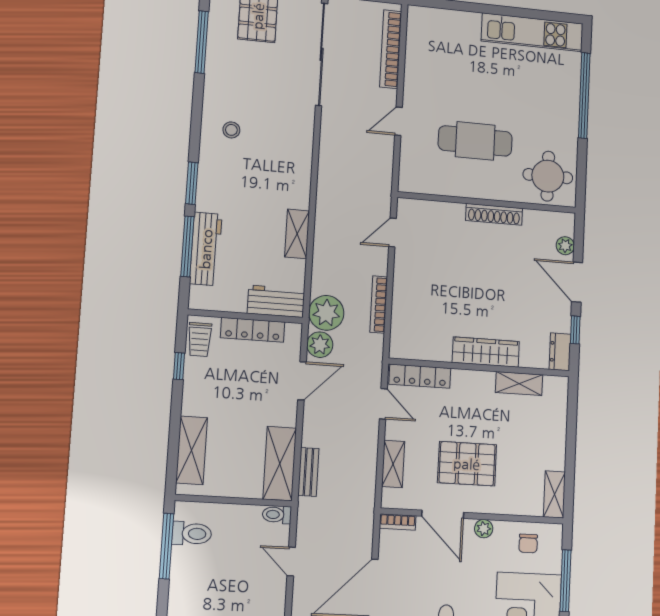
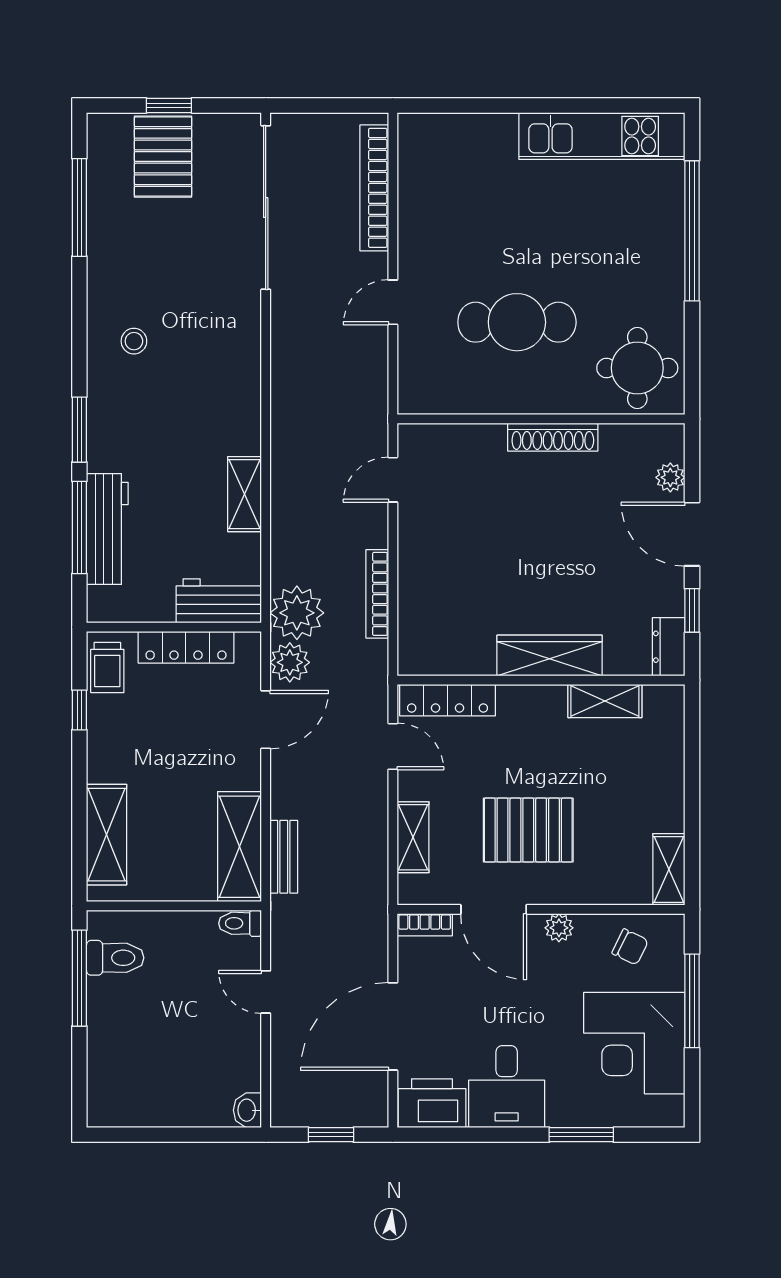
chair: (528, 543) -> (630, 947), turned -64

